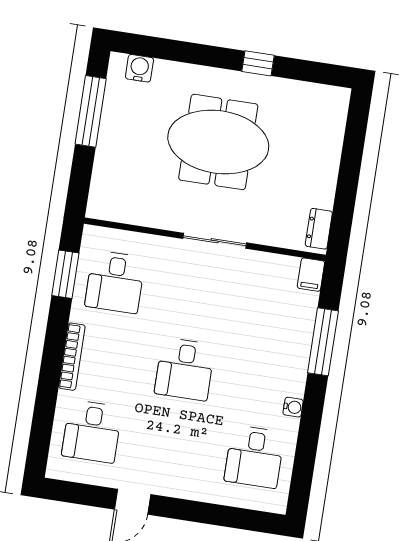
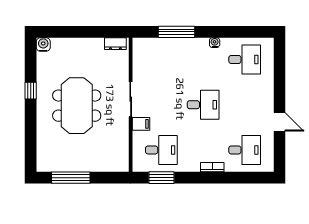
water cooler: (139, 68) -> (43, 45), moved, turned 90
filing cabinet: (311, 275) -> (141, 124), moved
bookcase: (72, 357) -> (212, 167), width x0.64

